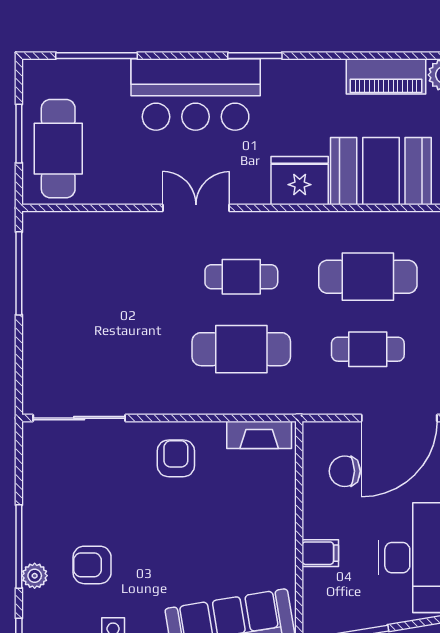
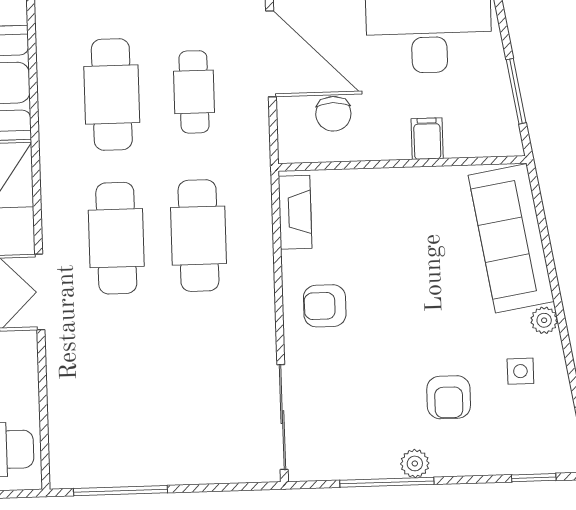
cafe table: (241, 277) -> (116, 238), width x1.37, depth x1.35
window: (19, 546) -> (387, 482), moved
plant: (35, 576) -> (415, 463), moved

